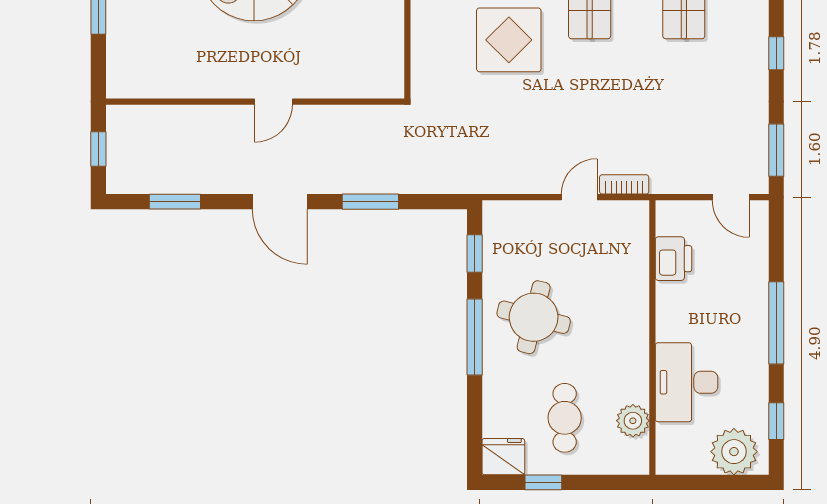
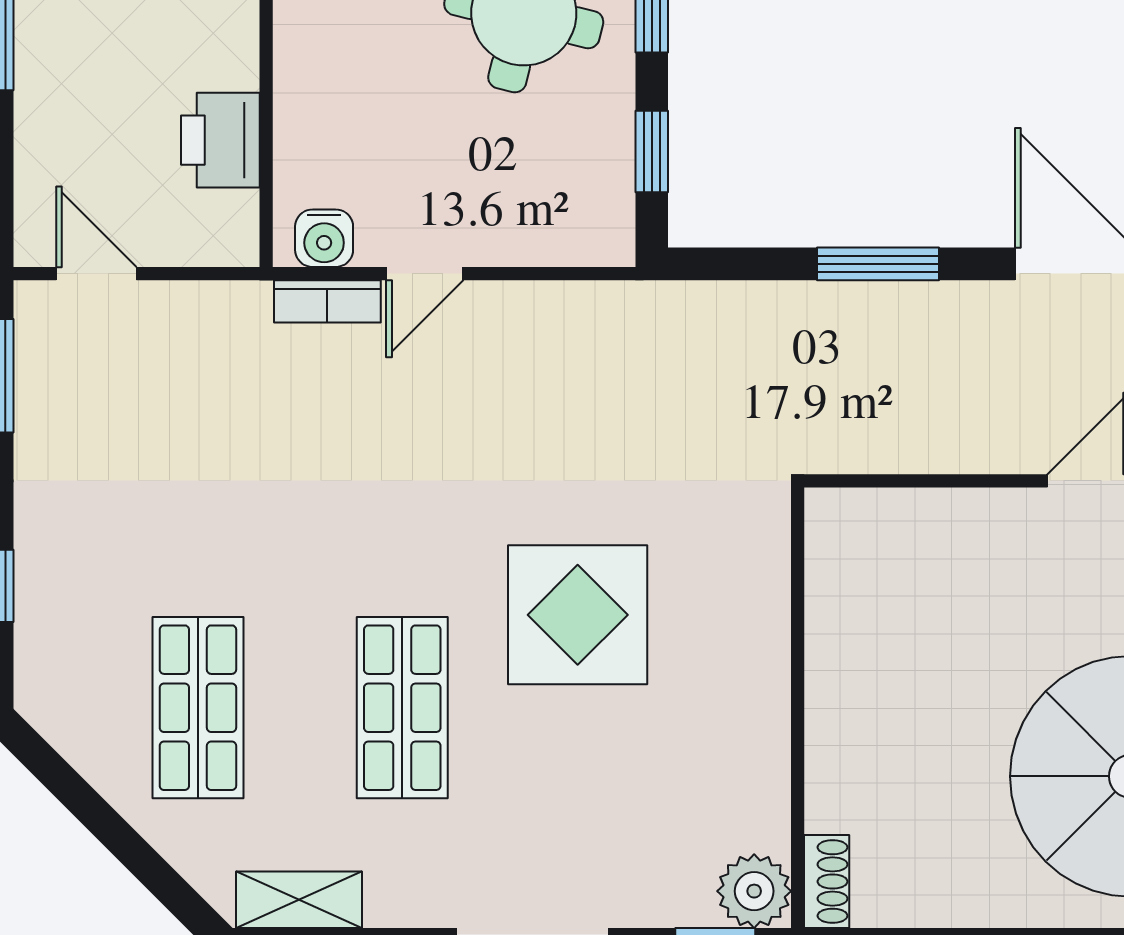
water cooler: (626, 213) -> (324, 238), added

